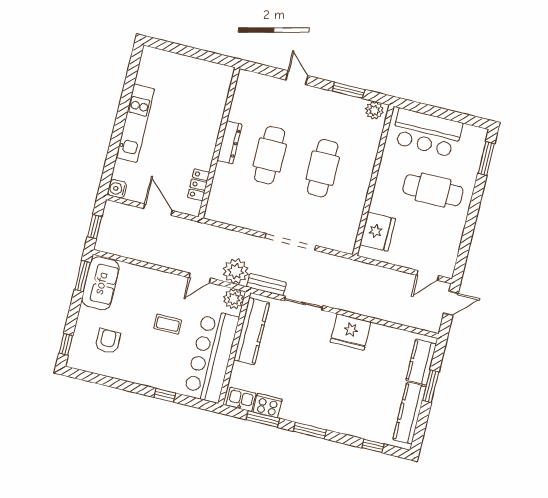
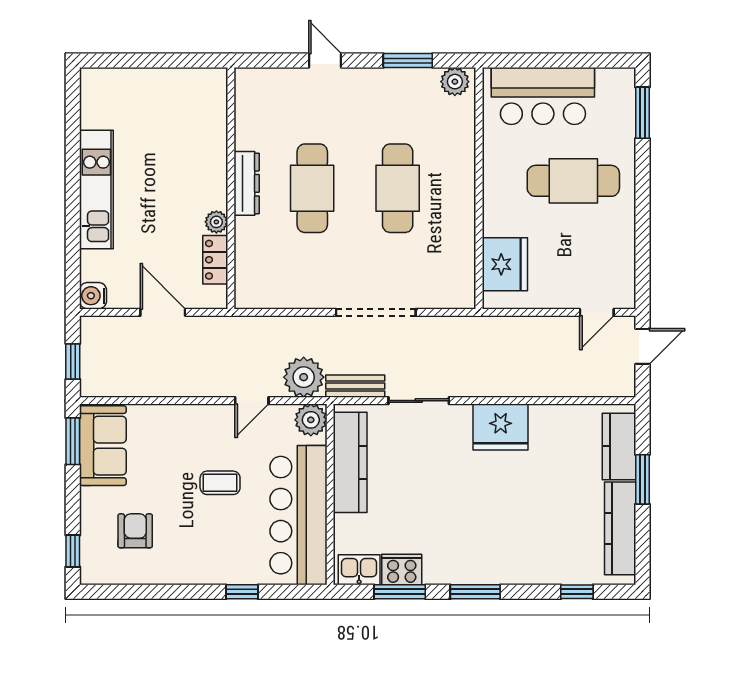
plant: (205, 162) -> (216, 222), added

